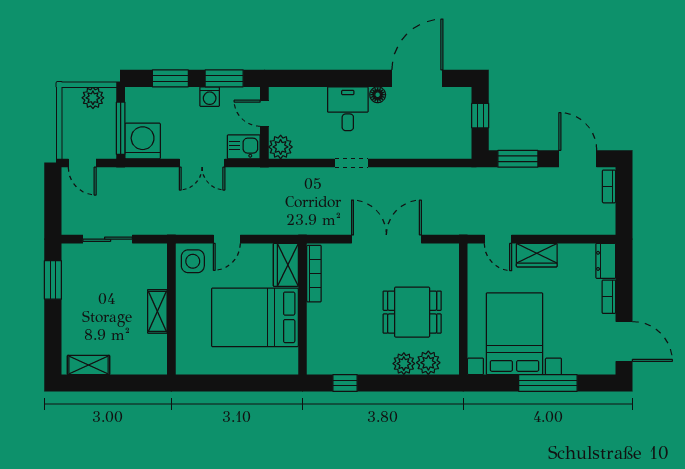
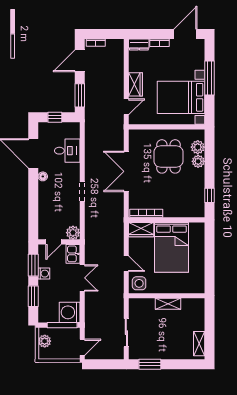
desk: (348, 109) -> (67, 151), moved, turned 180

